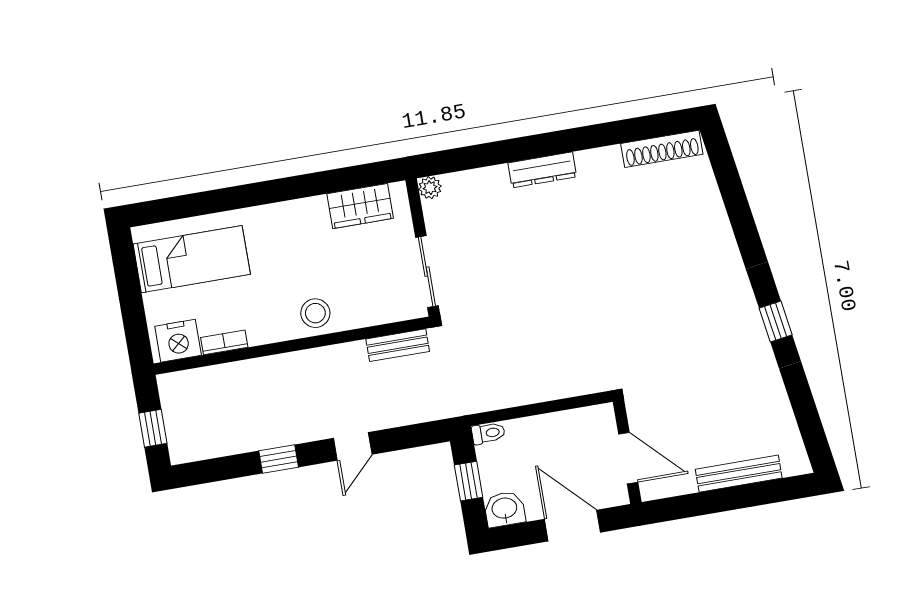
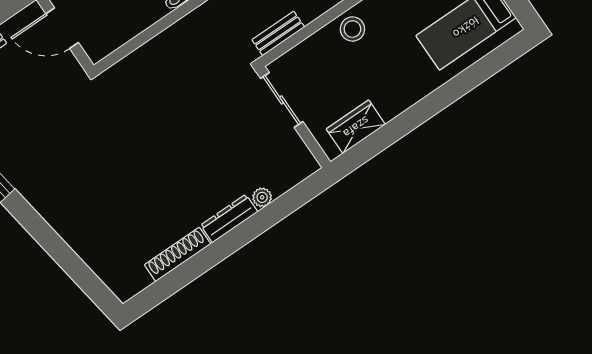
shoe rack: (662, 149) -> (178, 254), moved
plant: (430, 188) -> (262, 197), moved

